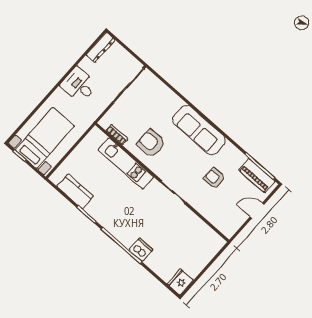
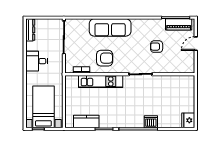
sofa: (199, 130) -> (110, 27), moved
armchair: (151, 143) -> (105, 58), turned 180

